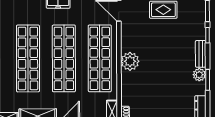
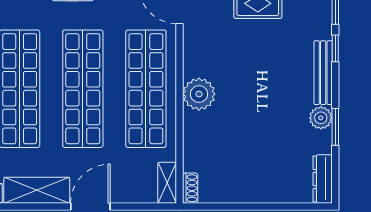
bench: (201, 54) -> (323, 73), width x1.36

